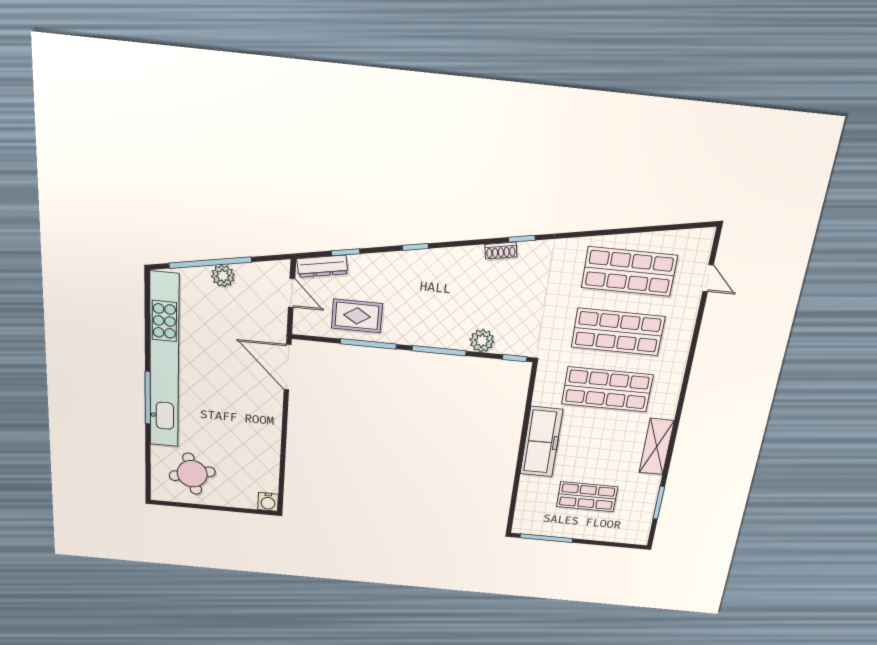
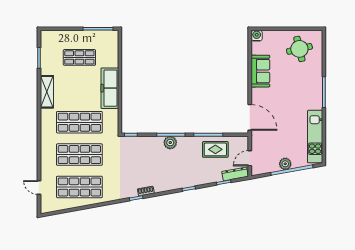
door: (292, 293) -> (250, 158), hinge flipped
plant: (482, 341) -> (170, 143), moved
kitchen unit: (164, 361) -> (315, 137), width x0.54
sofa: (264, 444) -> (260, 71), added

